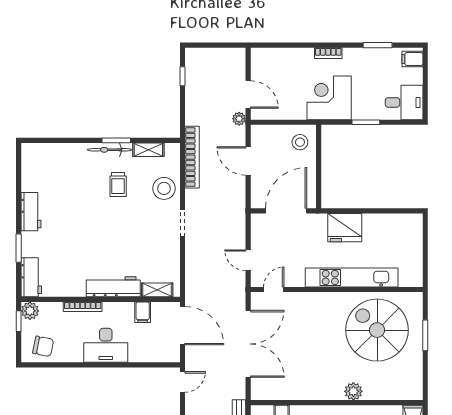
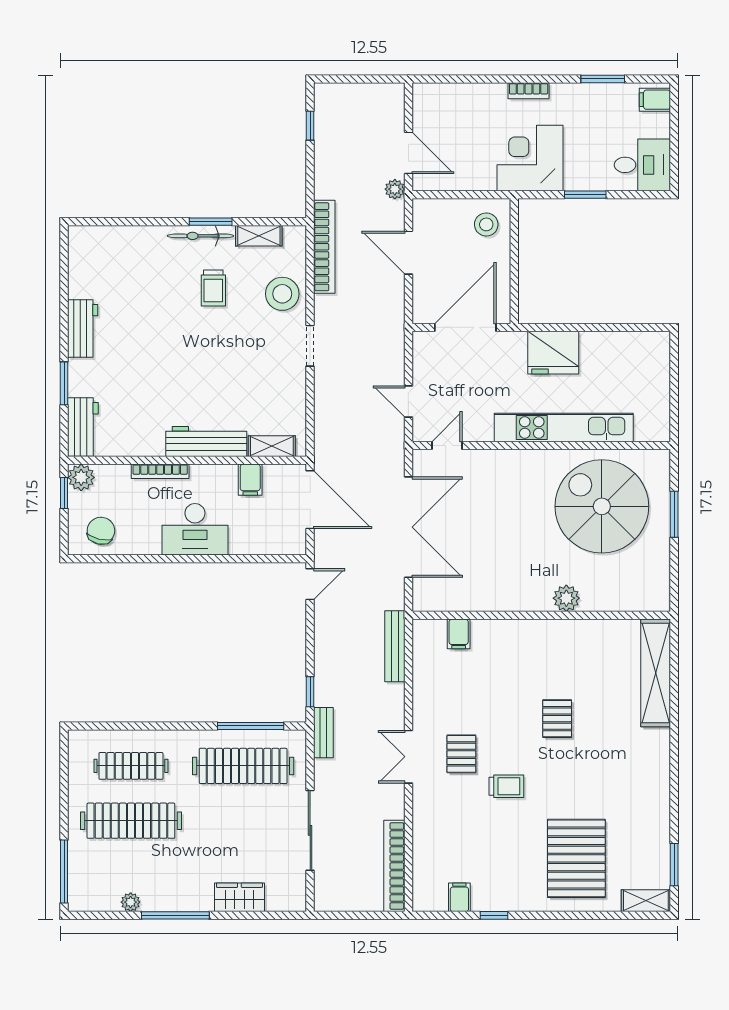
chair: (43, 346) -> (101, 531), turned -87

